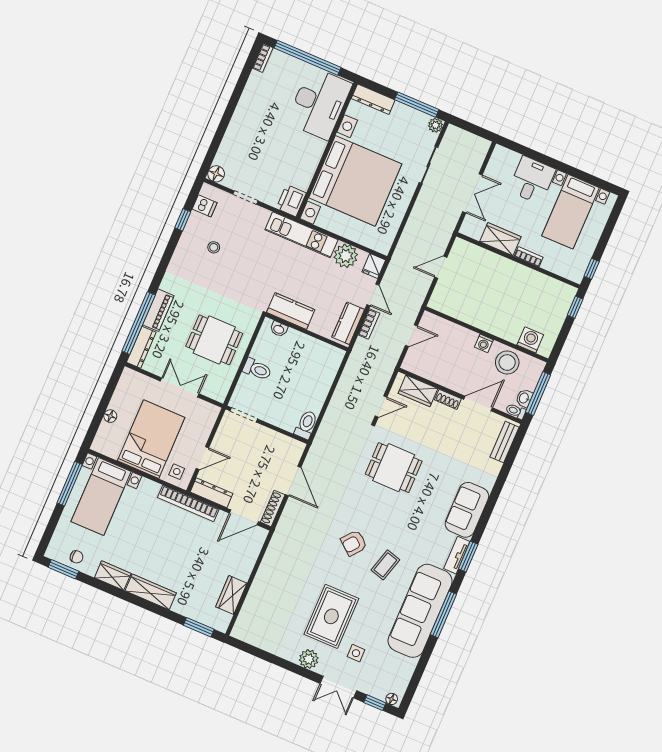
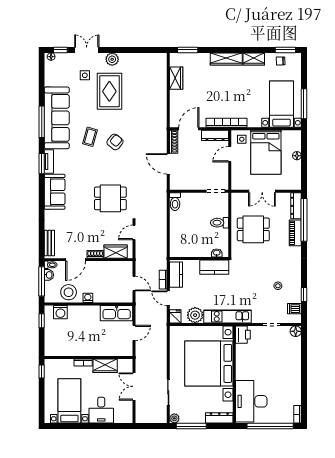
kitchen sink: (453, 305) -> (117, 313), added
window: (575, 307) -> (42, 321), moved
door: (411, 336) -> (134, 284), swing flipped

